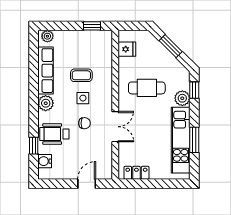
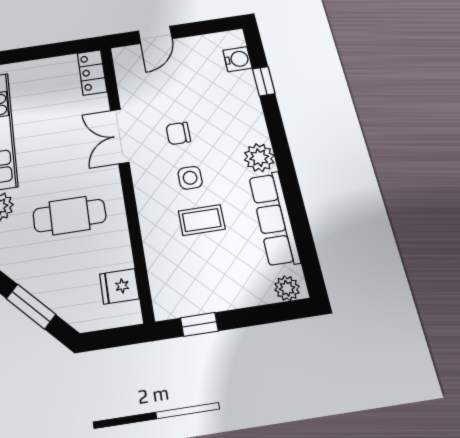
wheelchair: (54, 134) -> (230, 106), removed
locker: (136, 173) -> (92, 72), moved, turned 90

